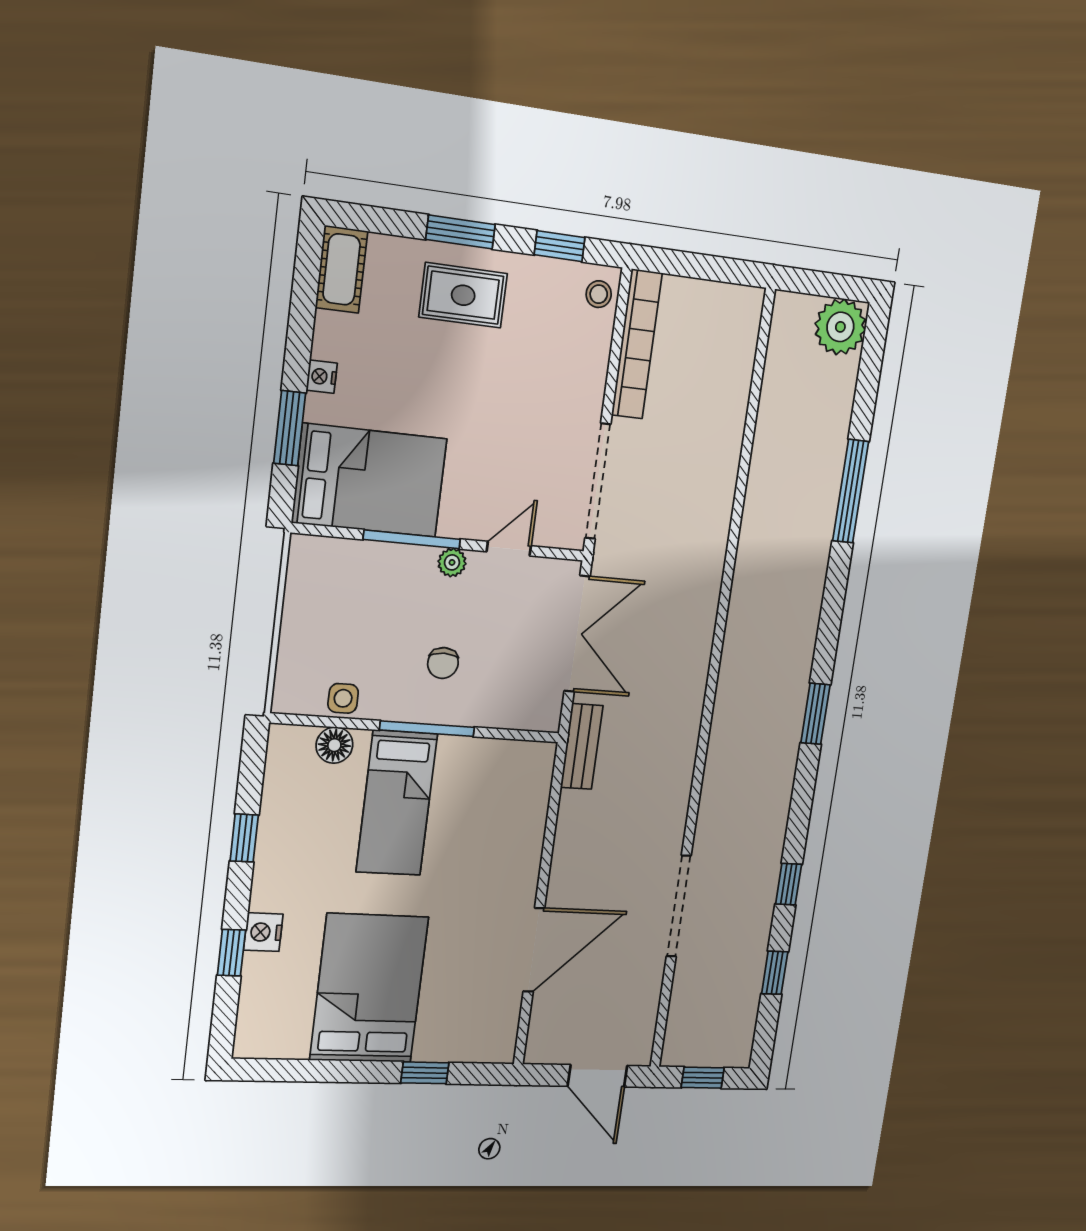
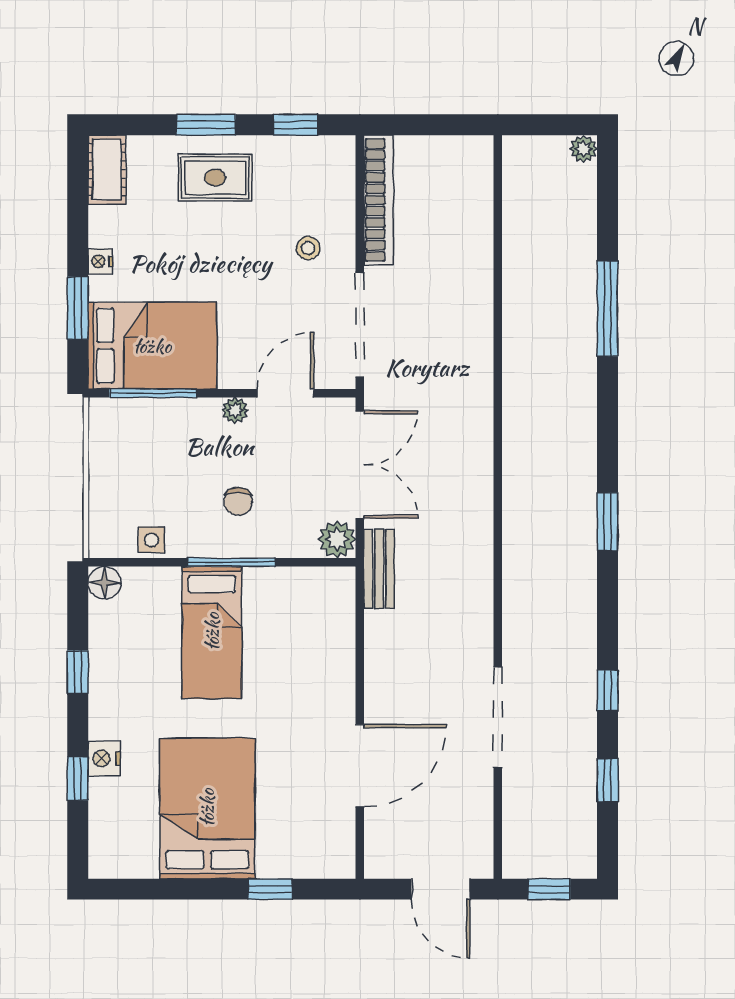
stool: (599, 294) -> (308, 248), moved
plant: (840, 327) -> (584, 149), width x0.53, depth x0.53
window: (412, 539) -> (153, 393), moved
door: (509, 549) -> (285, 393), width x1.37
plant: (542, 712) -> (337, 539), added
floor lamp: (334, 745) -> (105, 583), moved

